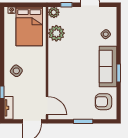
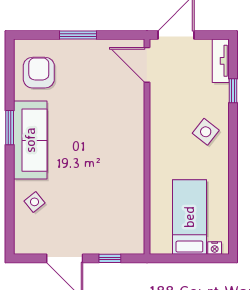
plant: (54, 12) -> (134, 244), removed
bed: (29, 26) -> (189, 217), width x0.67
plant: (56, 33) -> (129, 204), removed
armchair: (103, 102) -> (39, 73), turned -90

